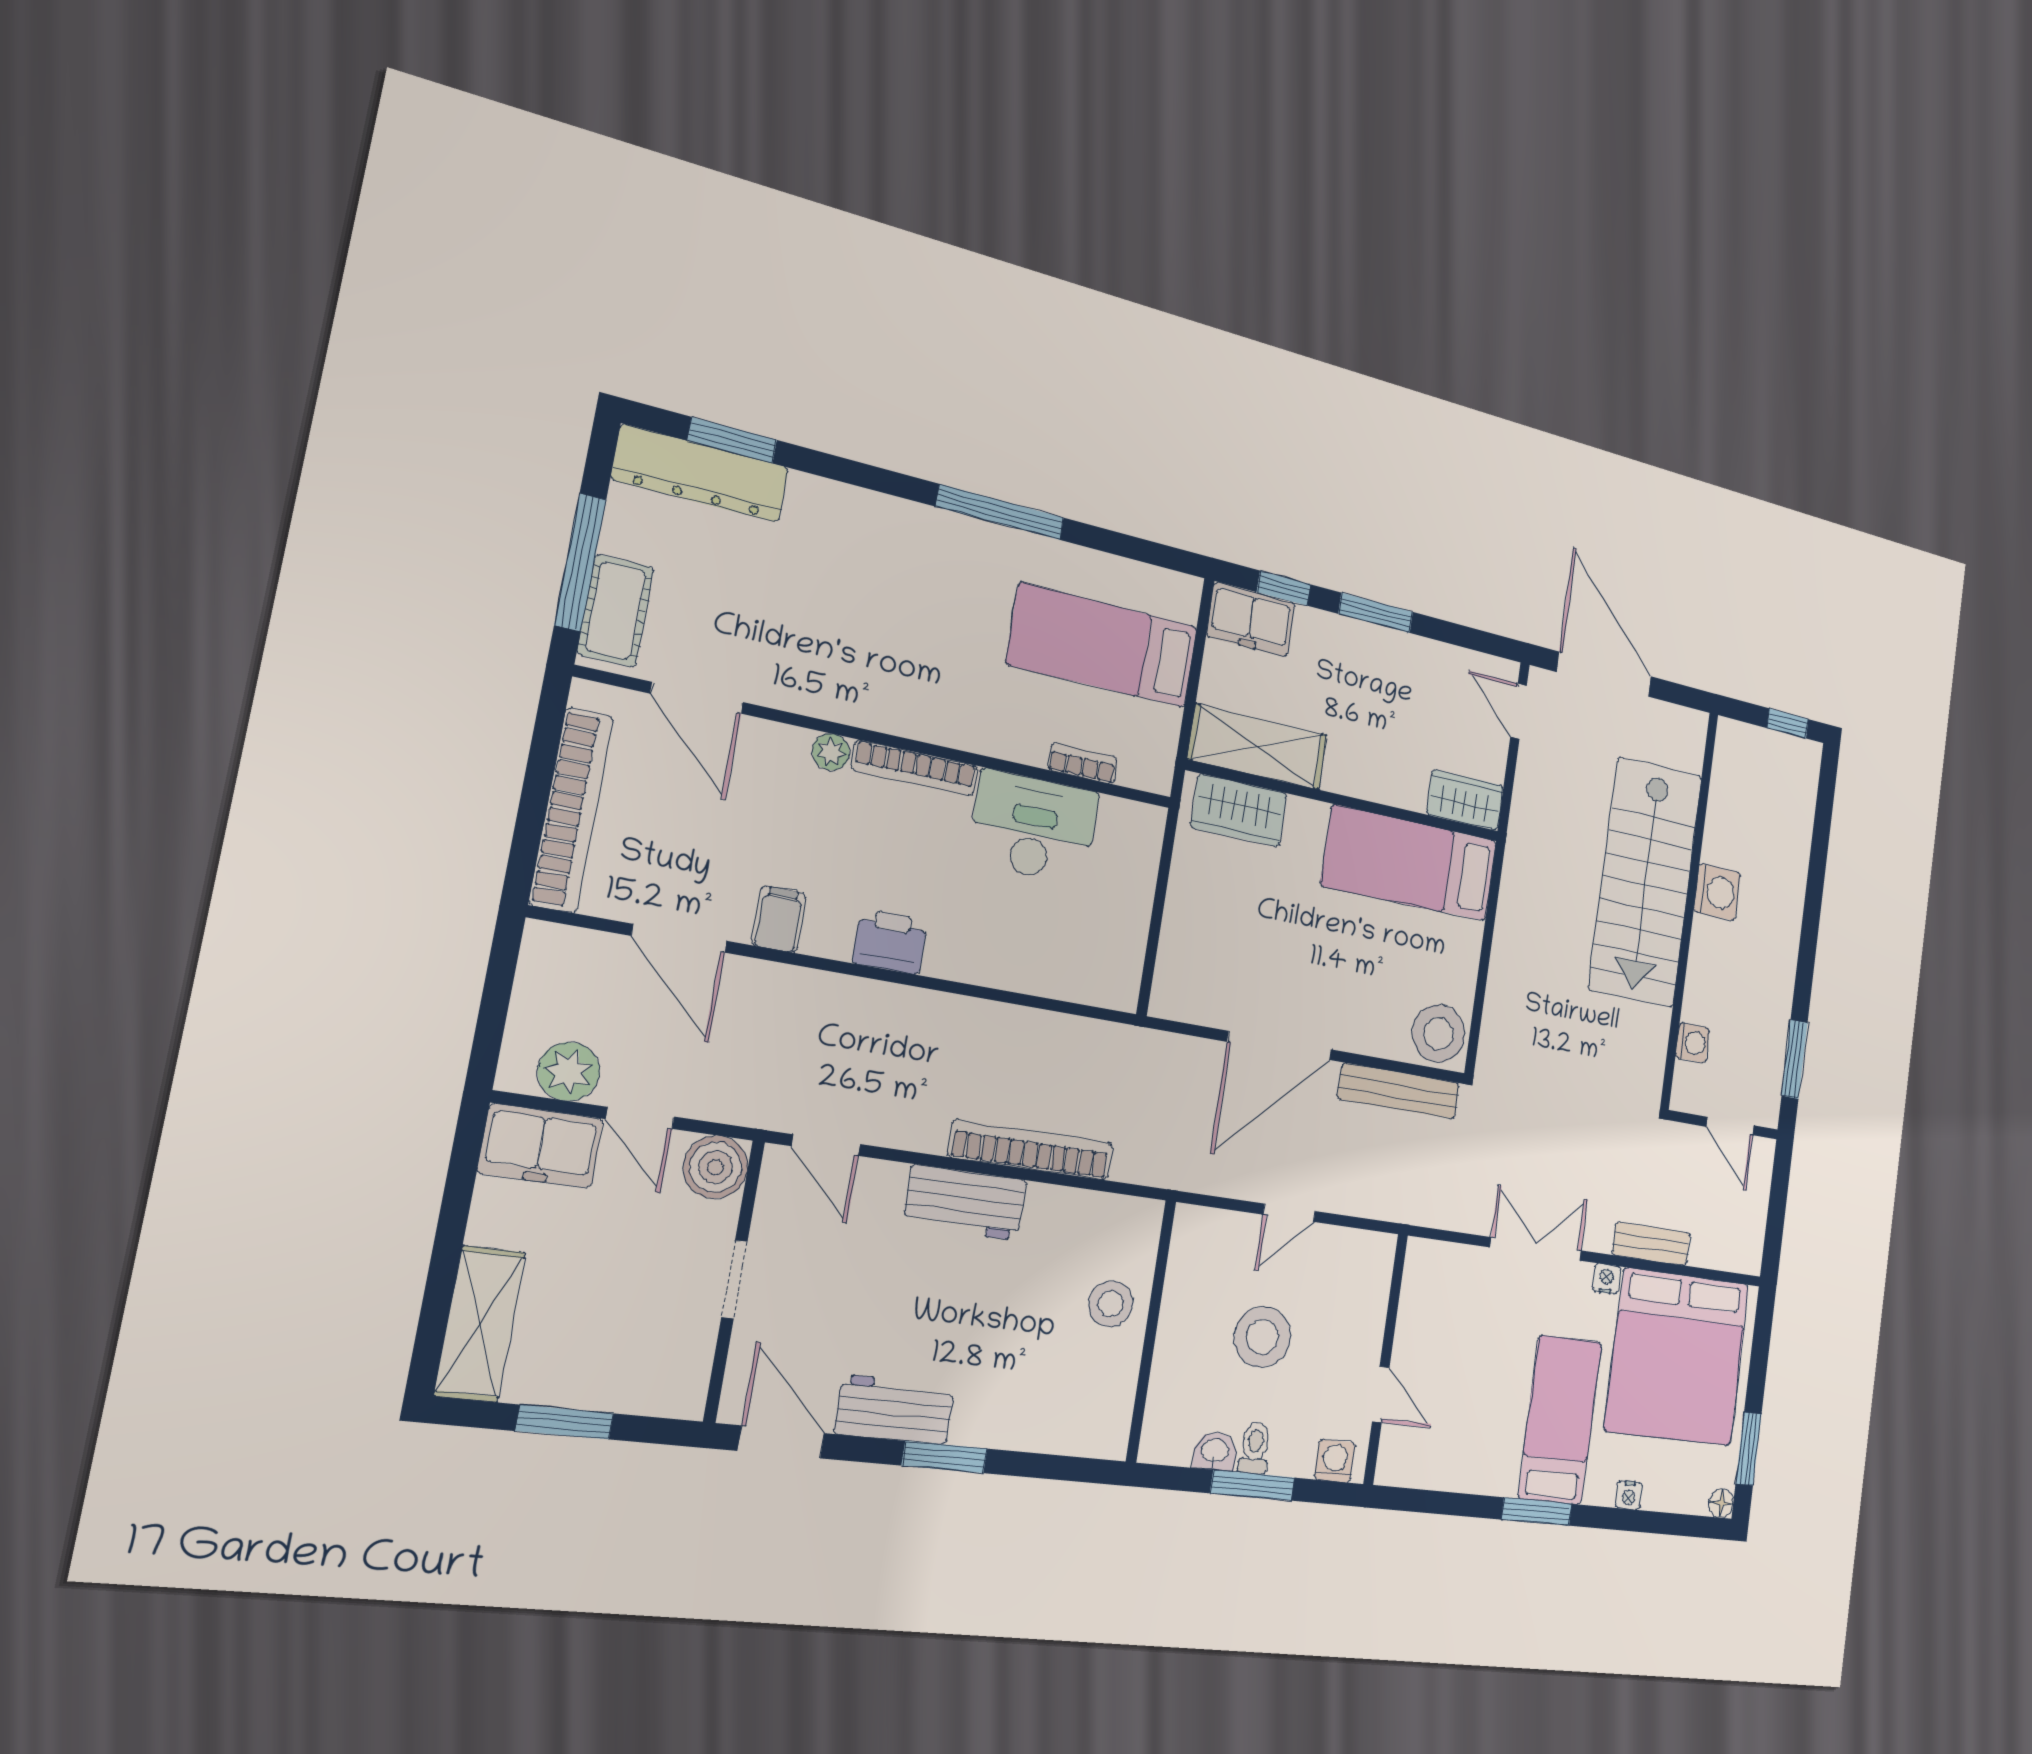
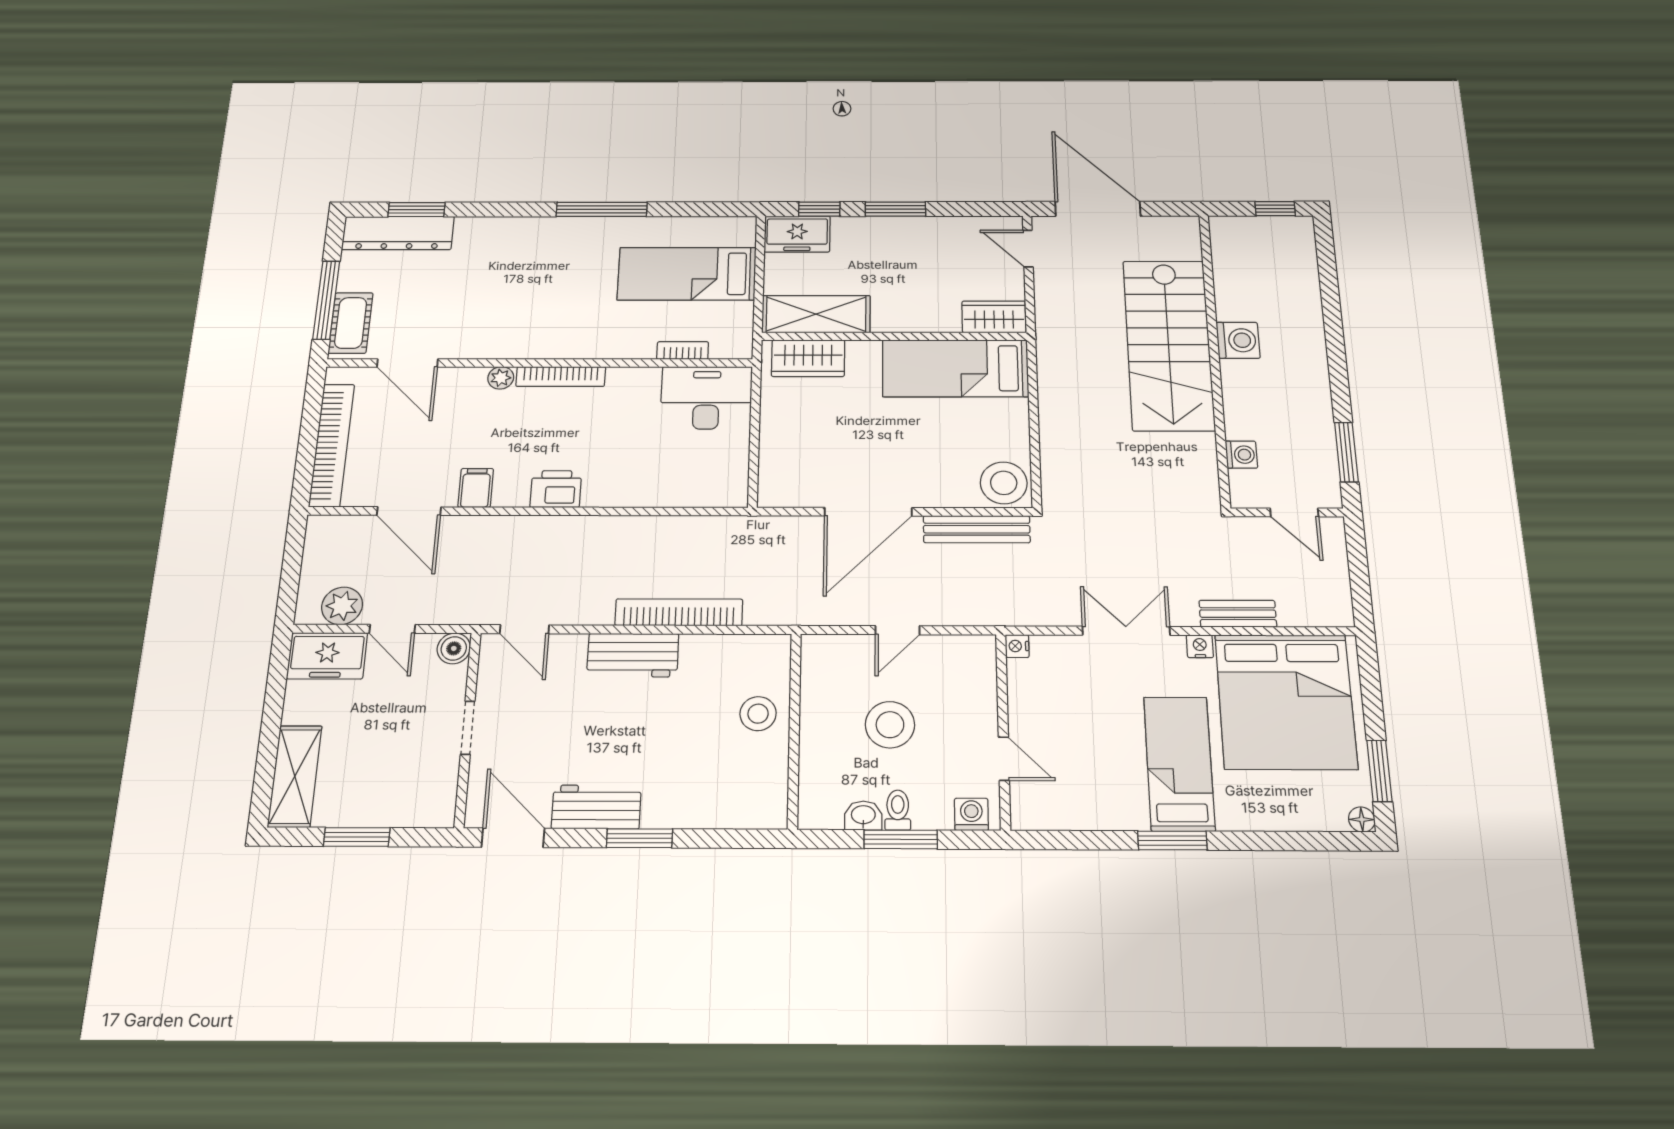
desk: (1034, 827) -> (706, 398), moved
boiler: (716, 1167) -> (454, 648), width x0.73, depth x0.73
nightstand: (1629, 1495) -> (1017, 646), moved, turned 90

